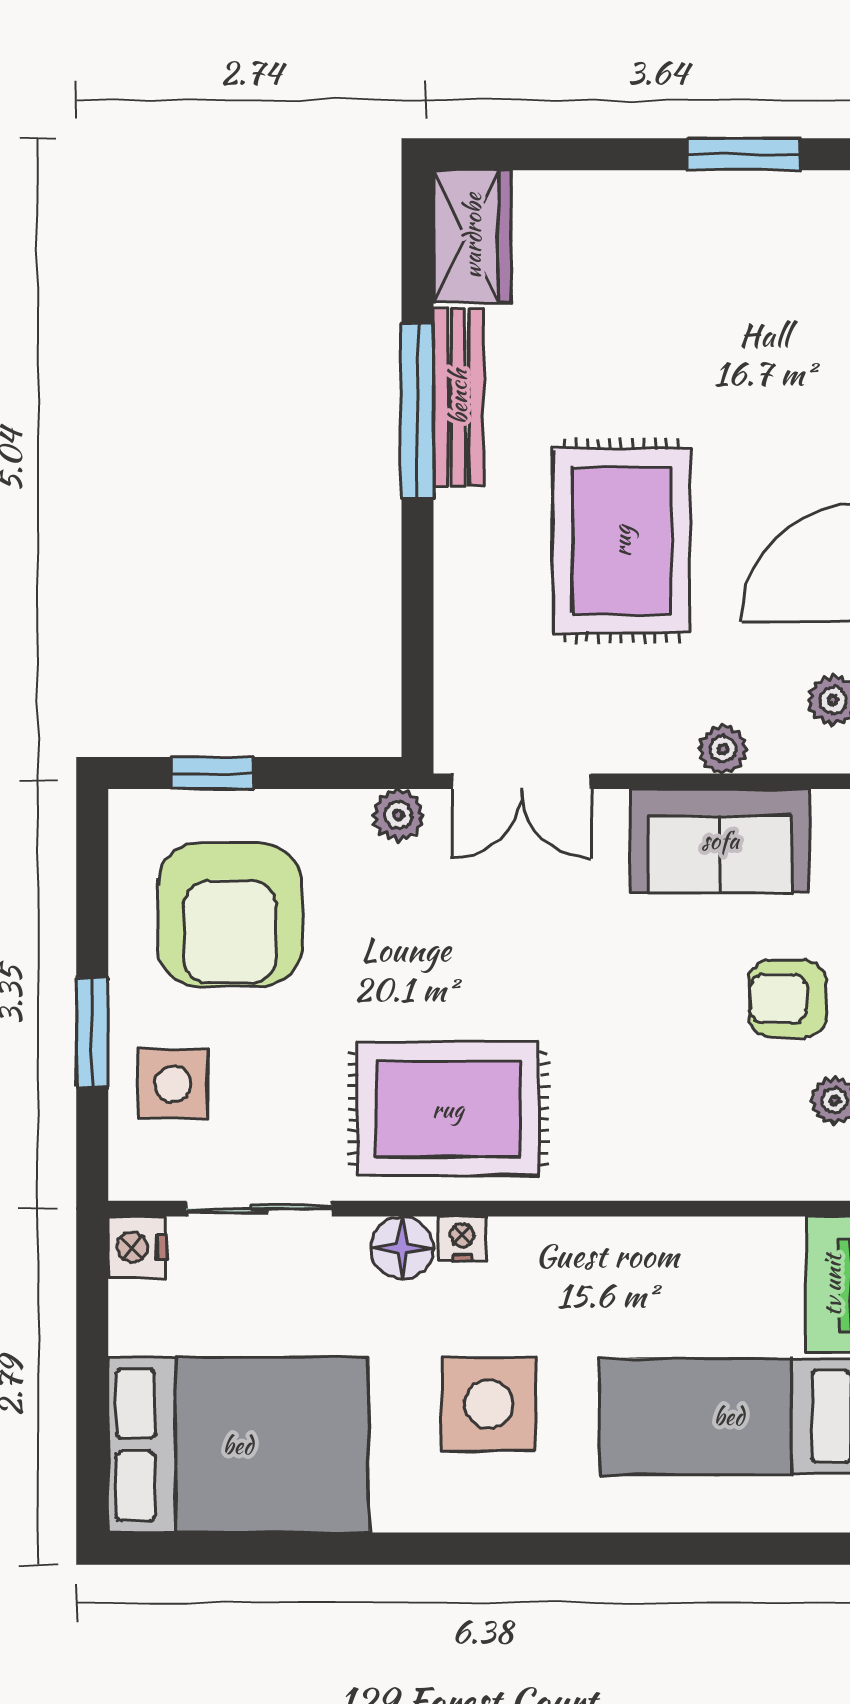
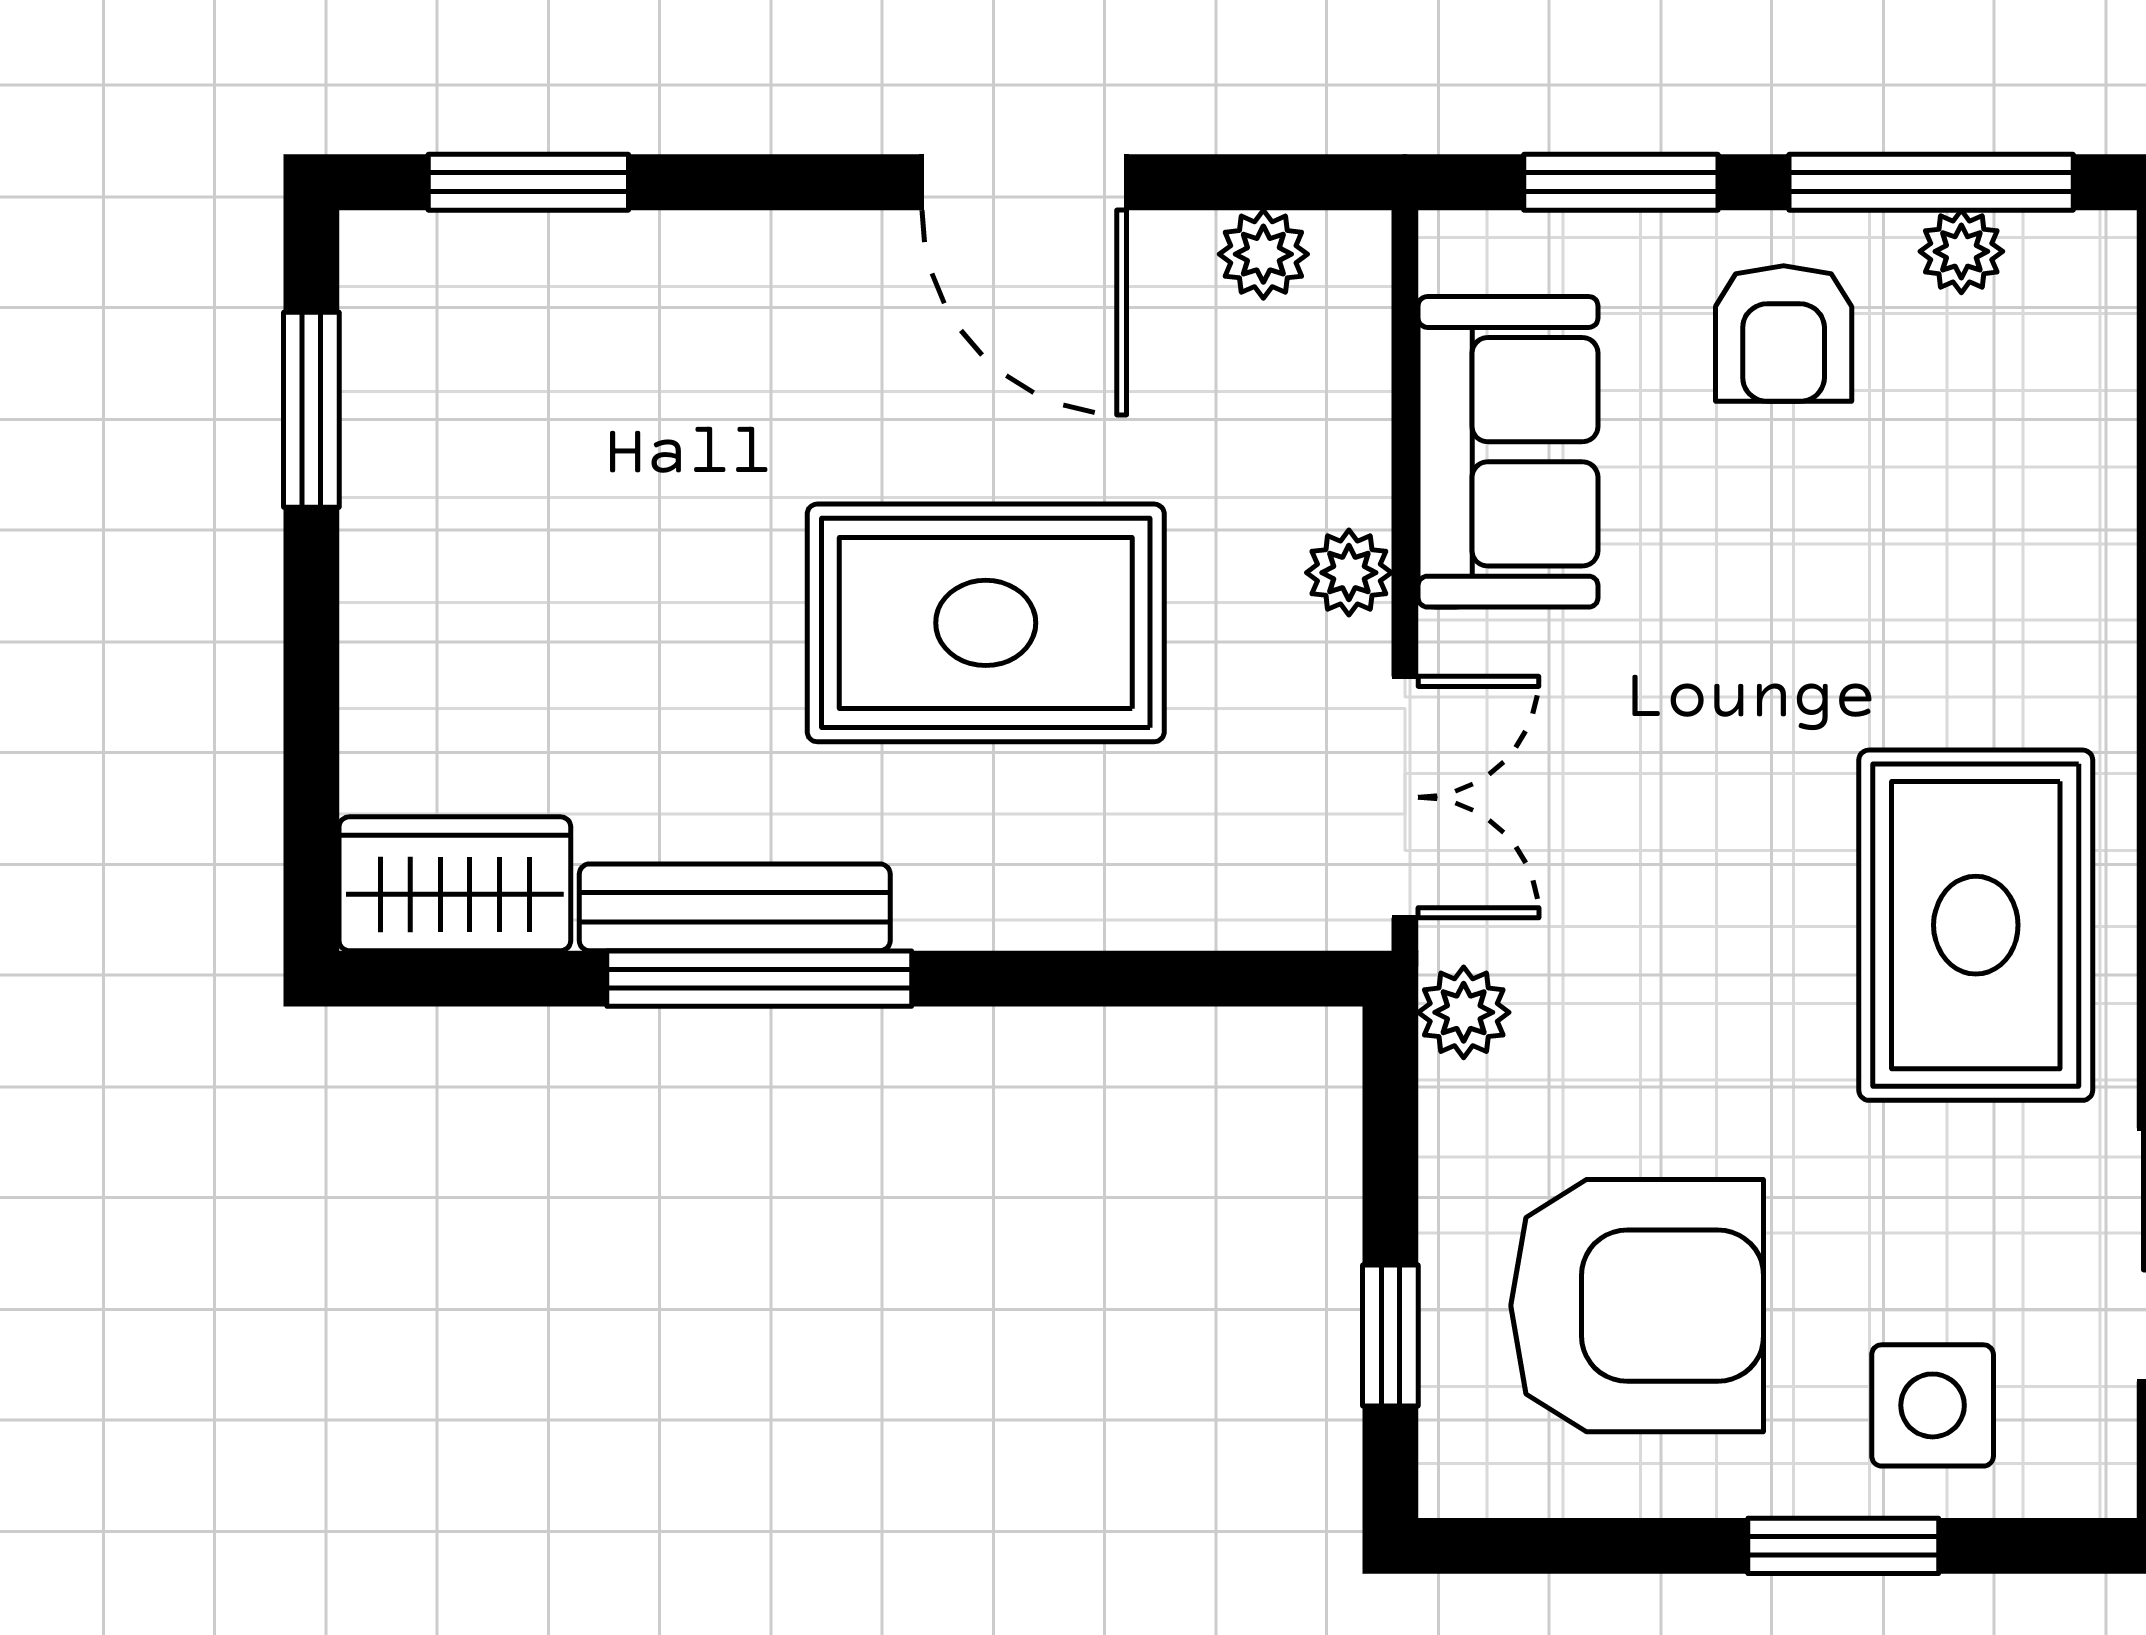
plant: (723, 749) -> (1349, 573), moved

